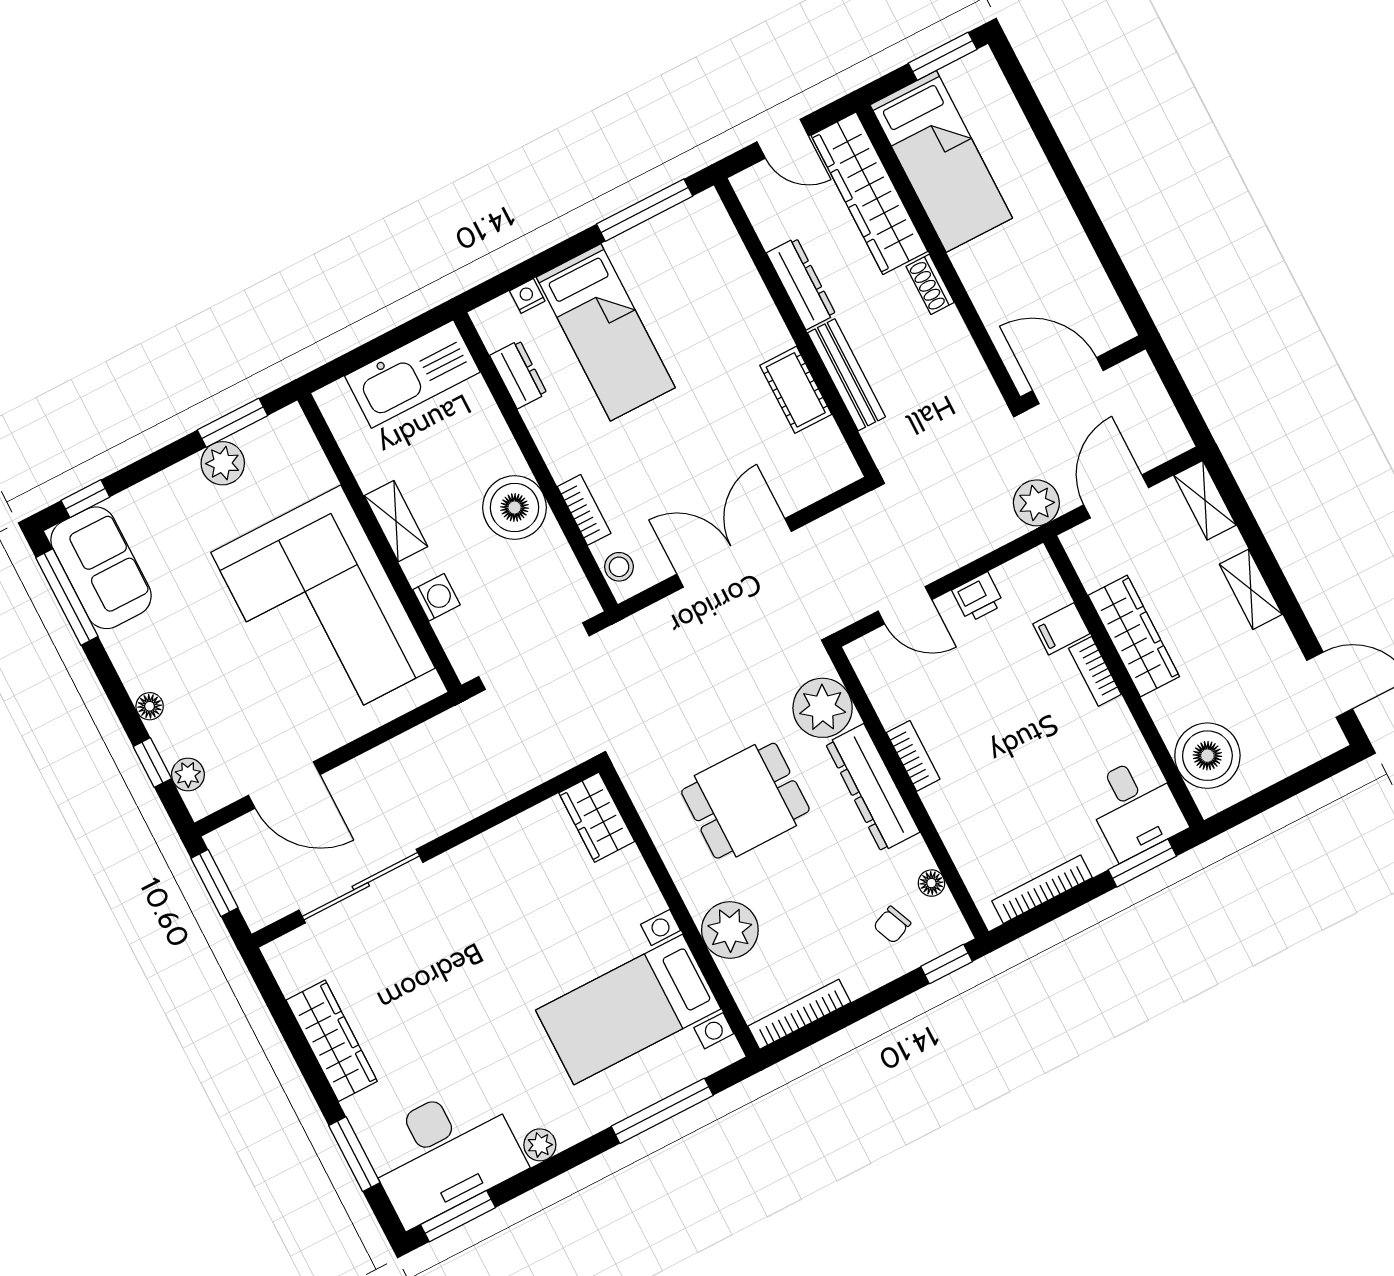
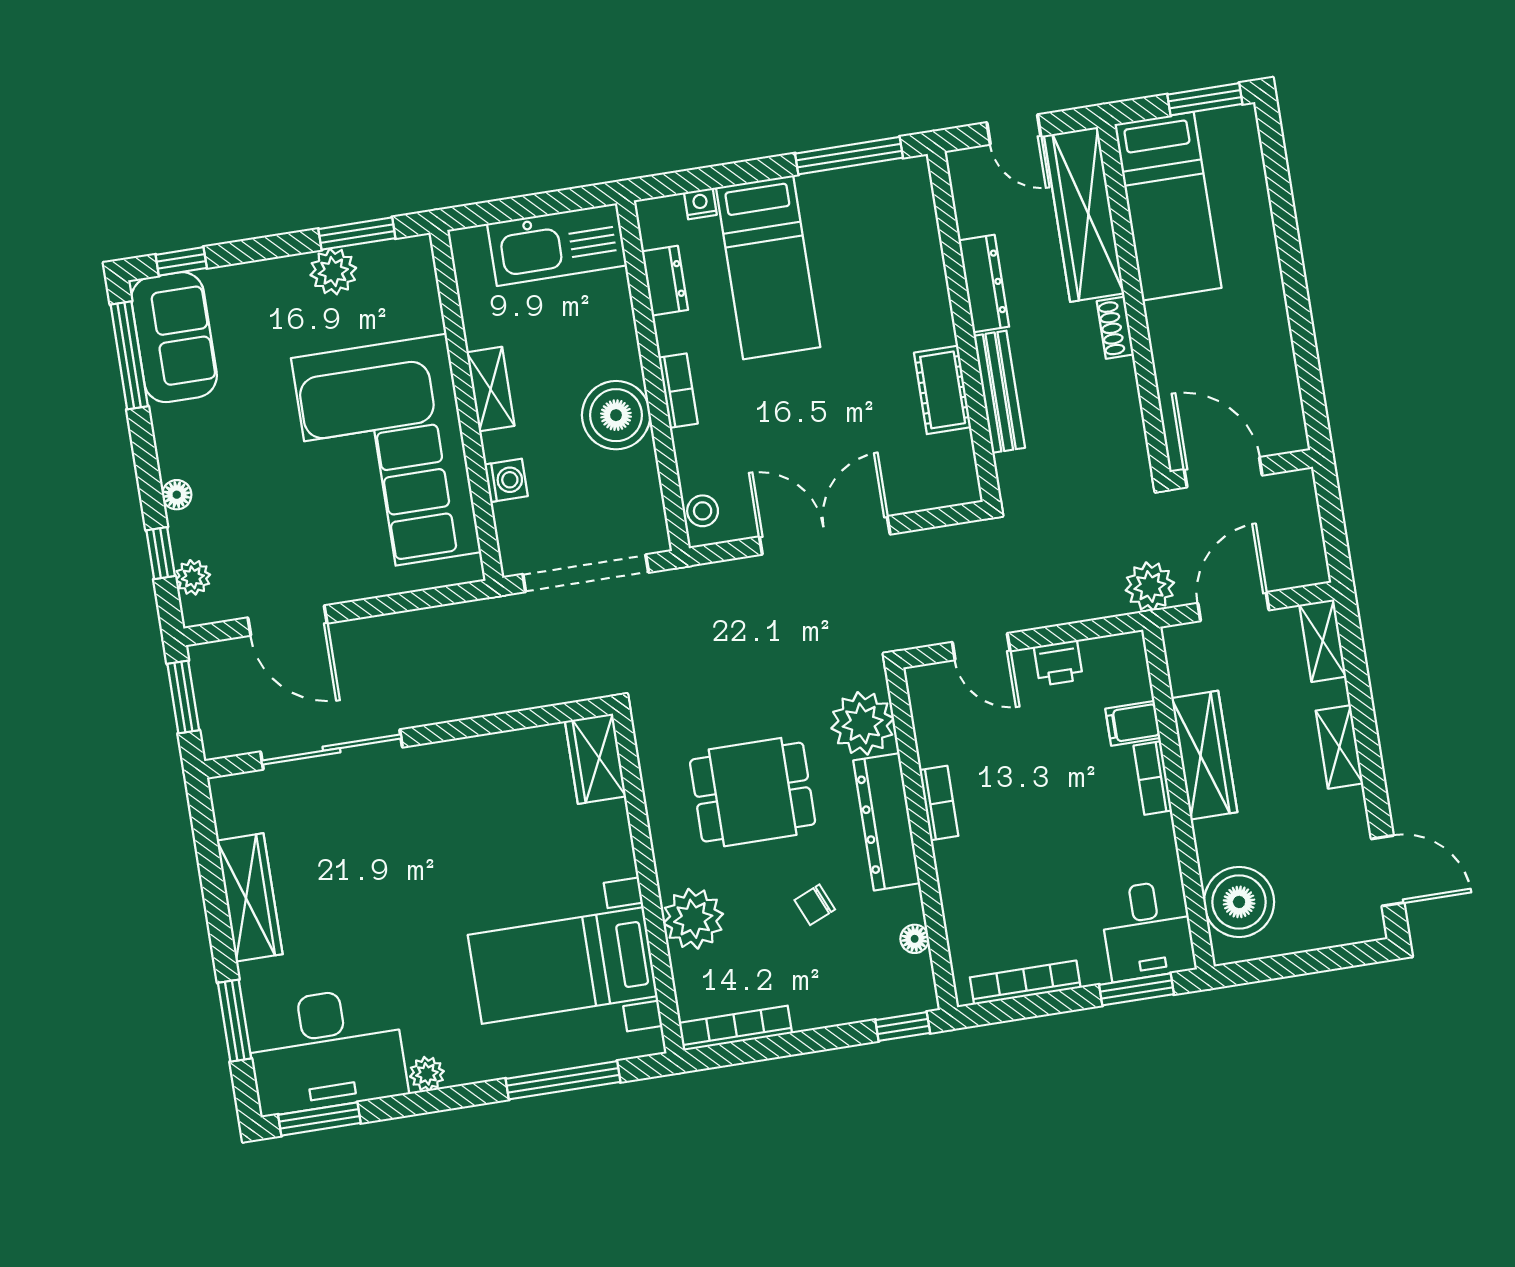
bookcase: (584, 510) -> (678, 391), moved
chair: (892, 925) -> (815, 905), moved

